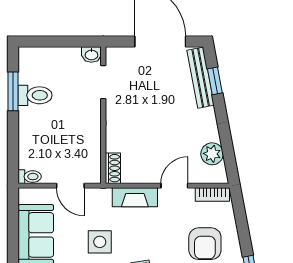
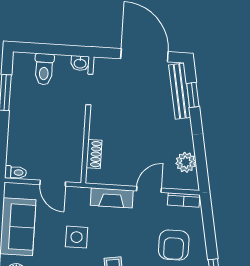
toilet: (35, 95) -> (44, 69), moved, turned 90
shoe rack: (113, 168) -> (94, 154), moved

